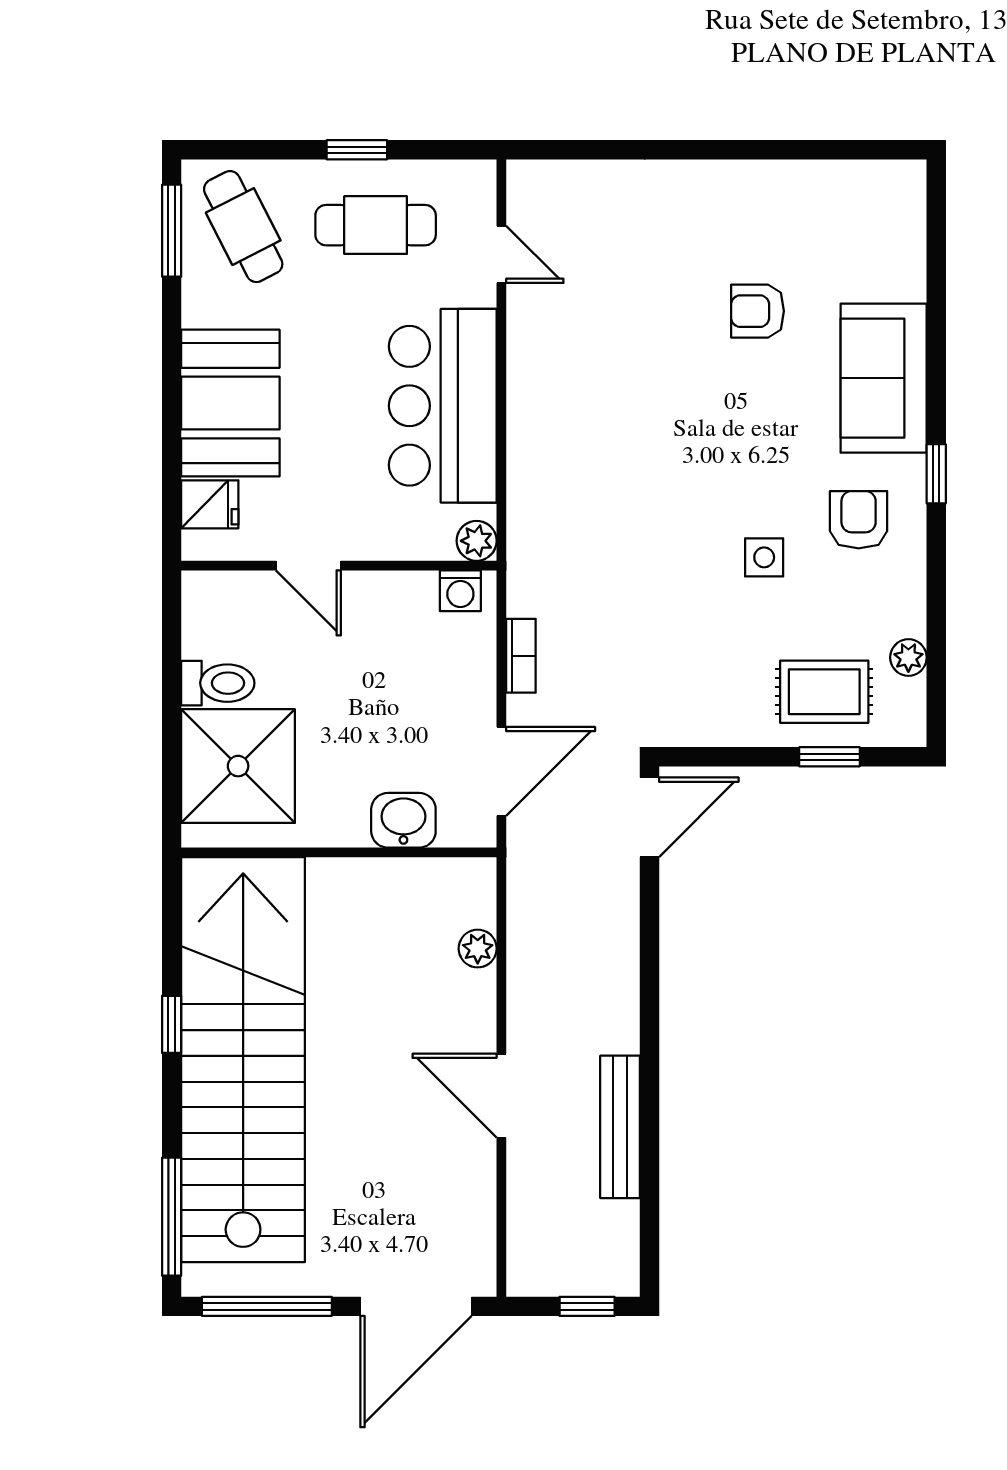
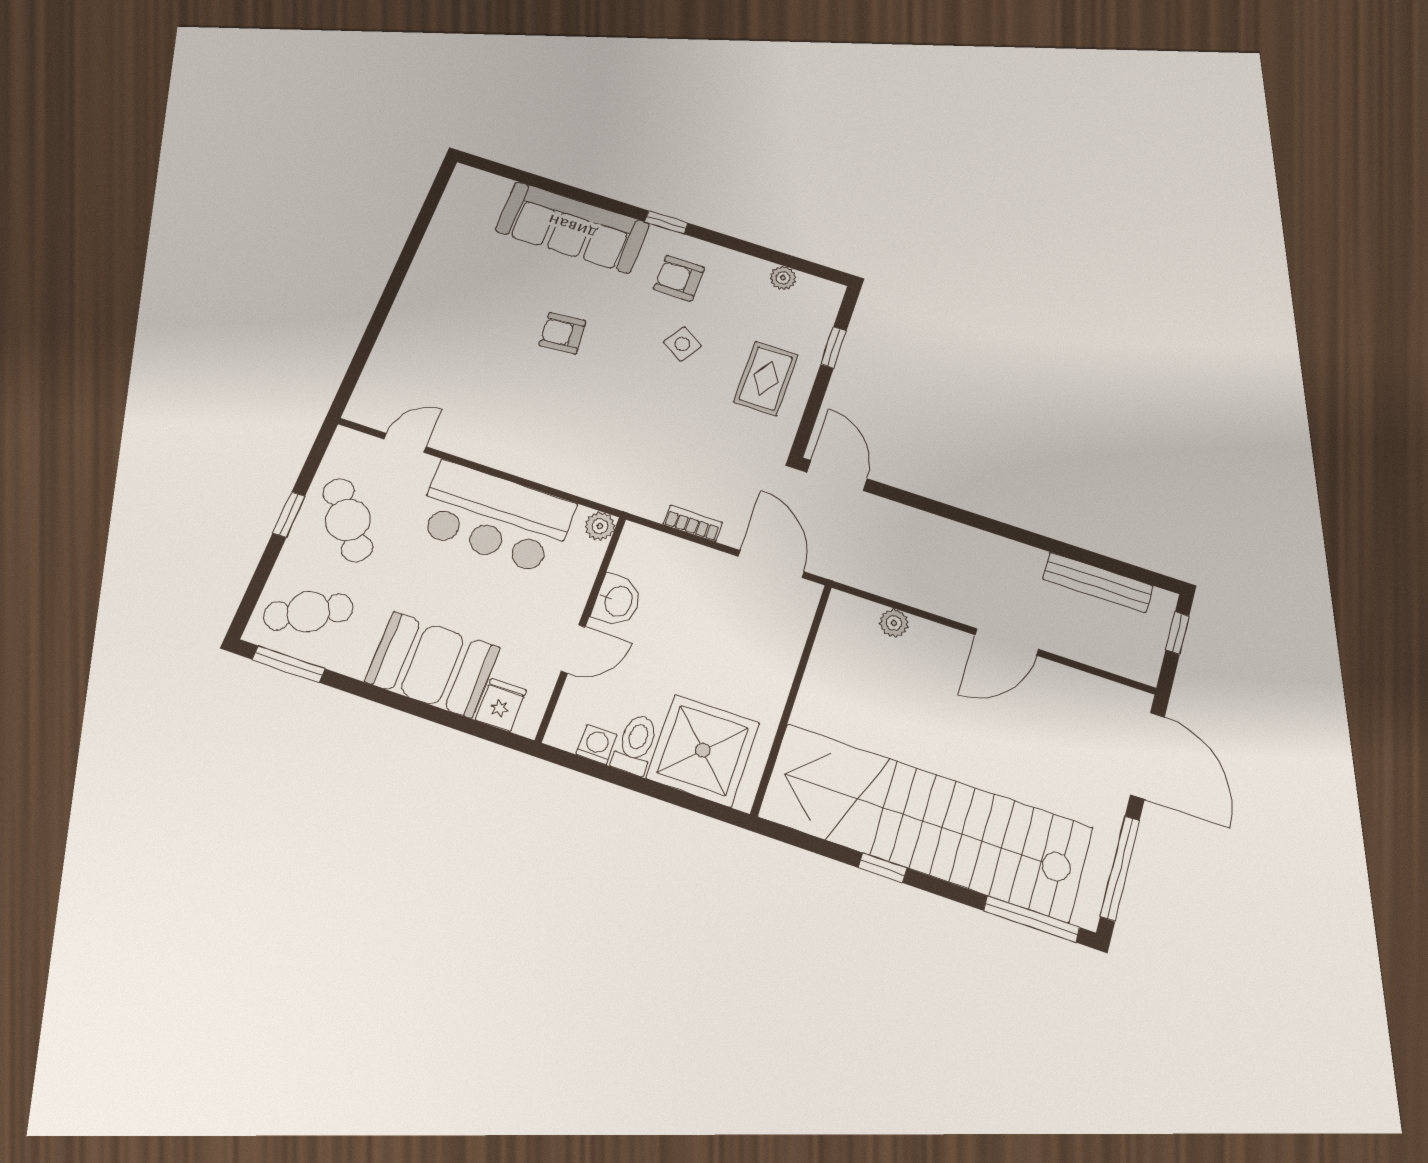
cafe table: (376, 225) -> (348, 520), turned -40
armchair: (758, 311) -> (563, 333), moved, turned 85
sofa: (884, 378) -> (572, 227), width x1.36
side table: (764, 557) -> (682, 344), turned 32
washing machine: (460, 591) -> (597, 745), moved, turned -90
rug: (824, 692) -> (766, 378), moved
washbasin: (403, 820) -> (617, 601), moved, turned 180
bench: (620, 1127) -> (1098, 582), moved

